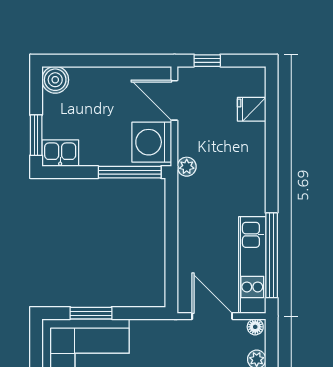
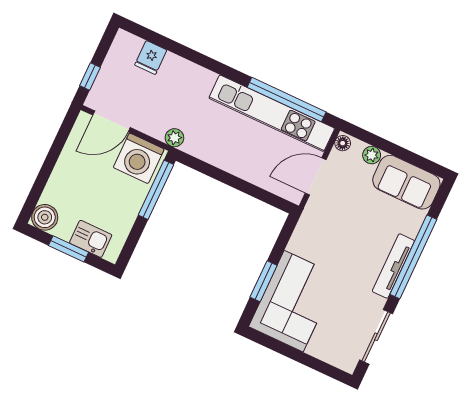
window: (36, 135) -> (69, 249), moved
kitchen sink: (60, 153) -> (91, 239), moved, turned 90
kitchen unit: (252, 265) -> (272, 113), width x1.36

